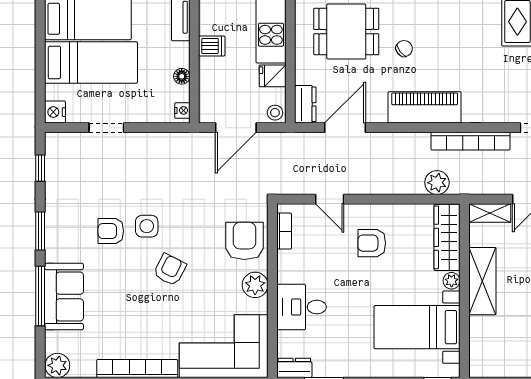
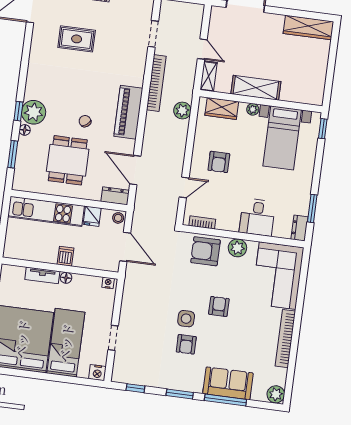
floor lamp: (182, 76) -> (66, 278), moved
wardrobe: (447, 237) -> (222, 108), width x0.67
armchair: (170, 270) -> (219, 306), turned 63

